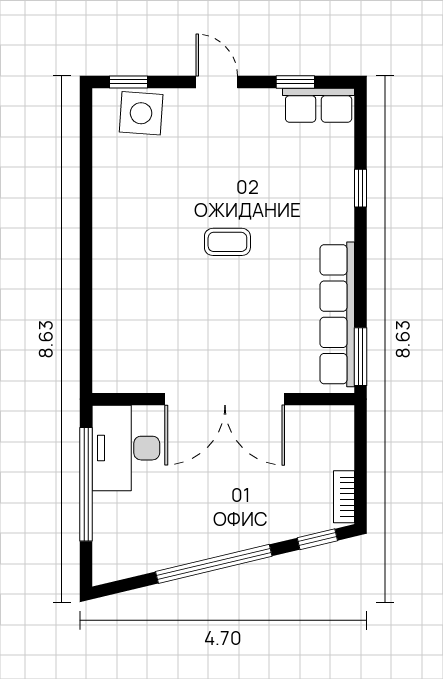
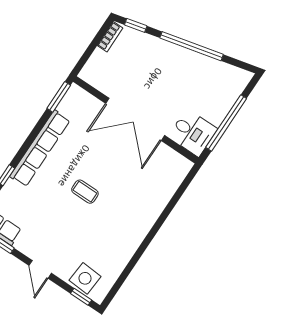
row of seats: (337, 314) -> (40, 148), moved
double door: (225, 399) -> (135, 119), swing flipped
desk: (126, 448) -> (193, 133), width x0.73

